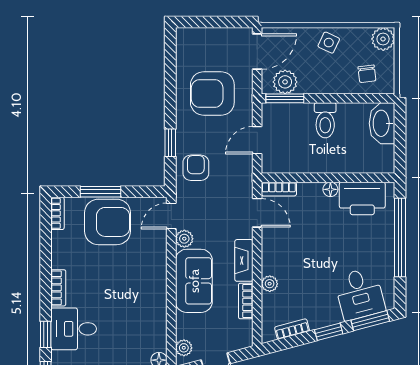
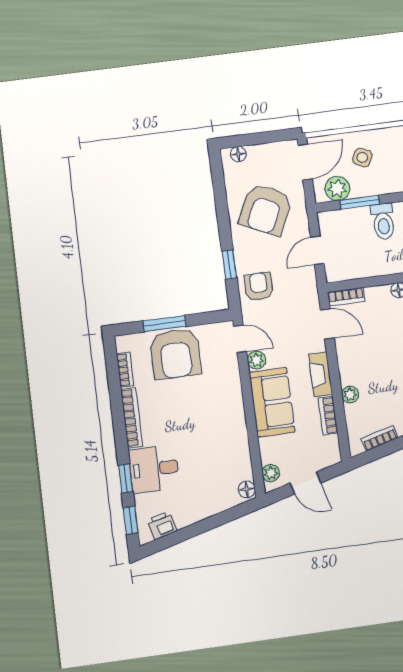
floor lamp: (193, 35) -> (238, 154), added
side table: (329, 43) -> (362, 158), moved
armchair: (212, 94) -> (266, 210), turned -65
window: (285, 98) -> (360, 202), moved
bookcase: (57, 213) -> (125, 370), moved
door: (171, 216) -> (240, 339), swing flipped
armchair: (108, 222) -> (175, 354), turned 90
bookcase: (58, 288) -> (132, 418), width x1.56

